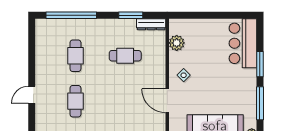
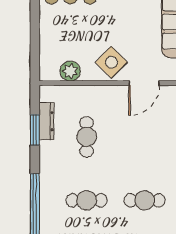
dresser: (151, 24) -> (46, 121), moved
side table: (184, 75) -> (111, 62), width x1.87, depth x1.87

